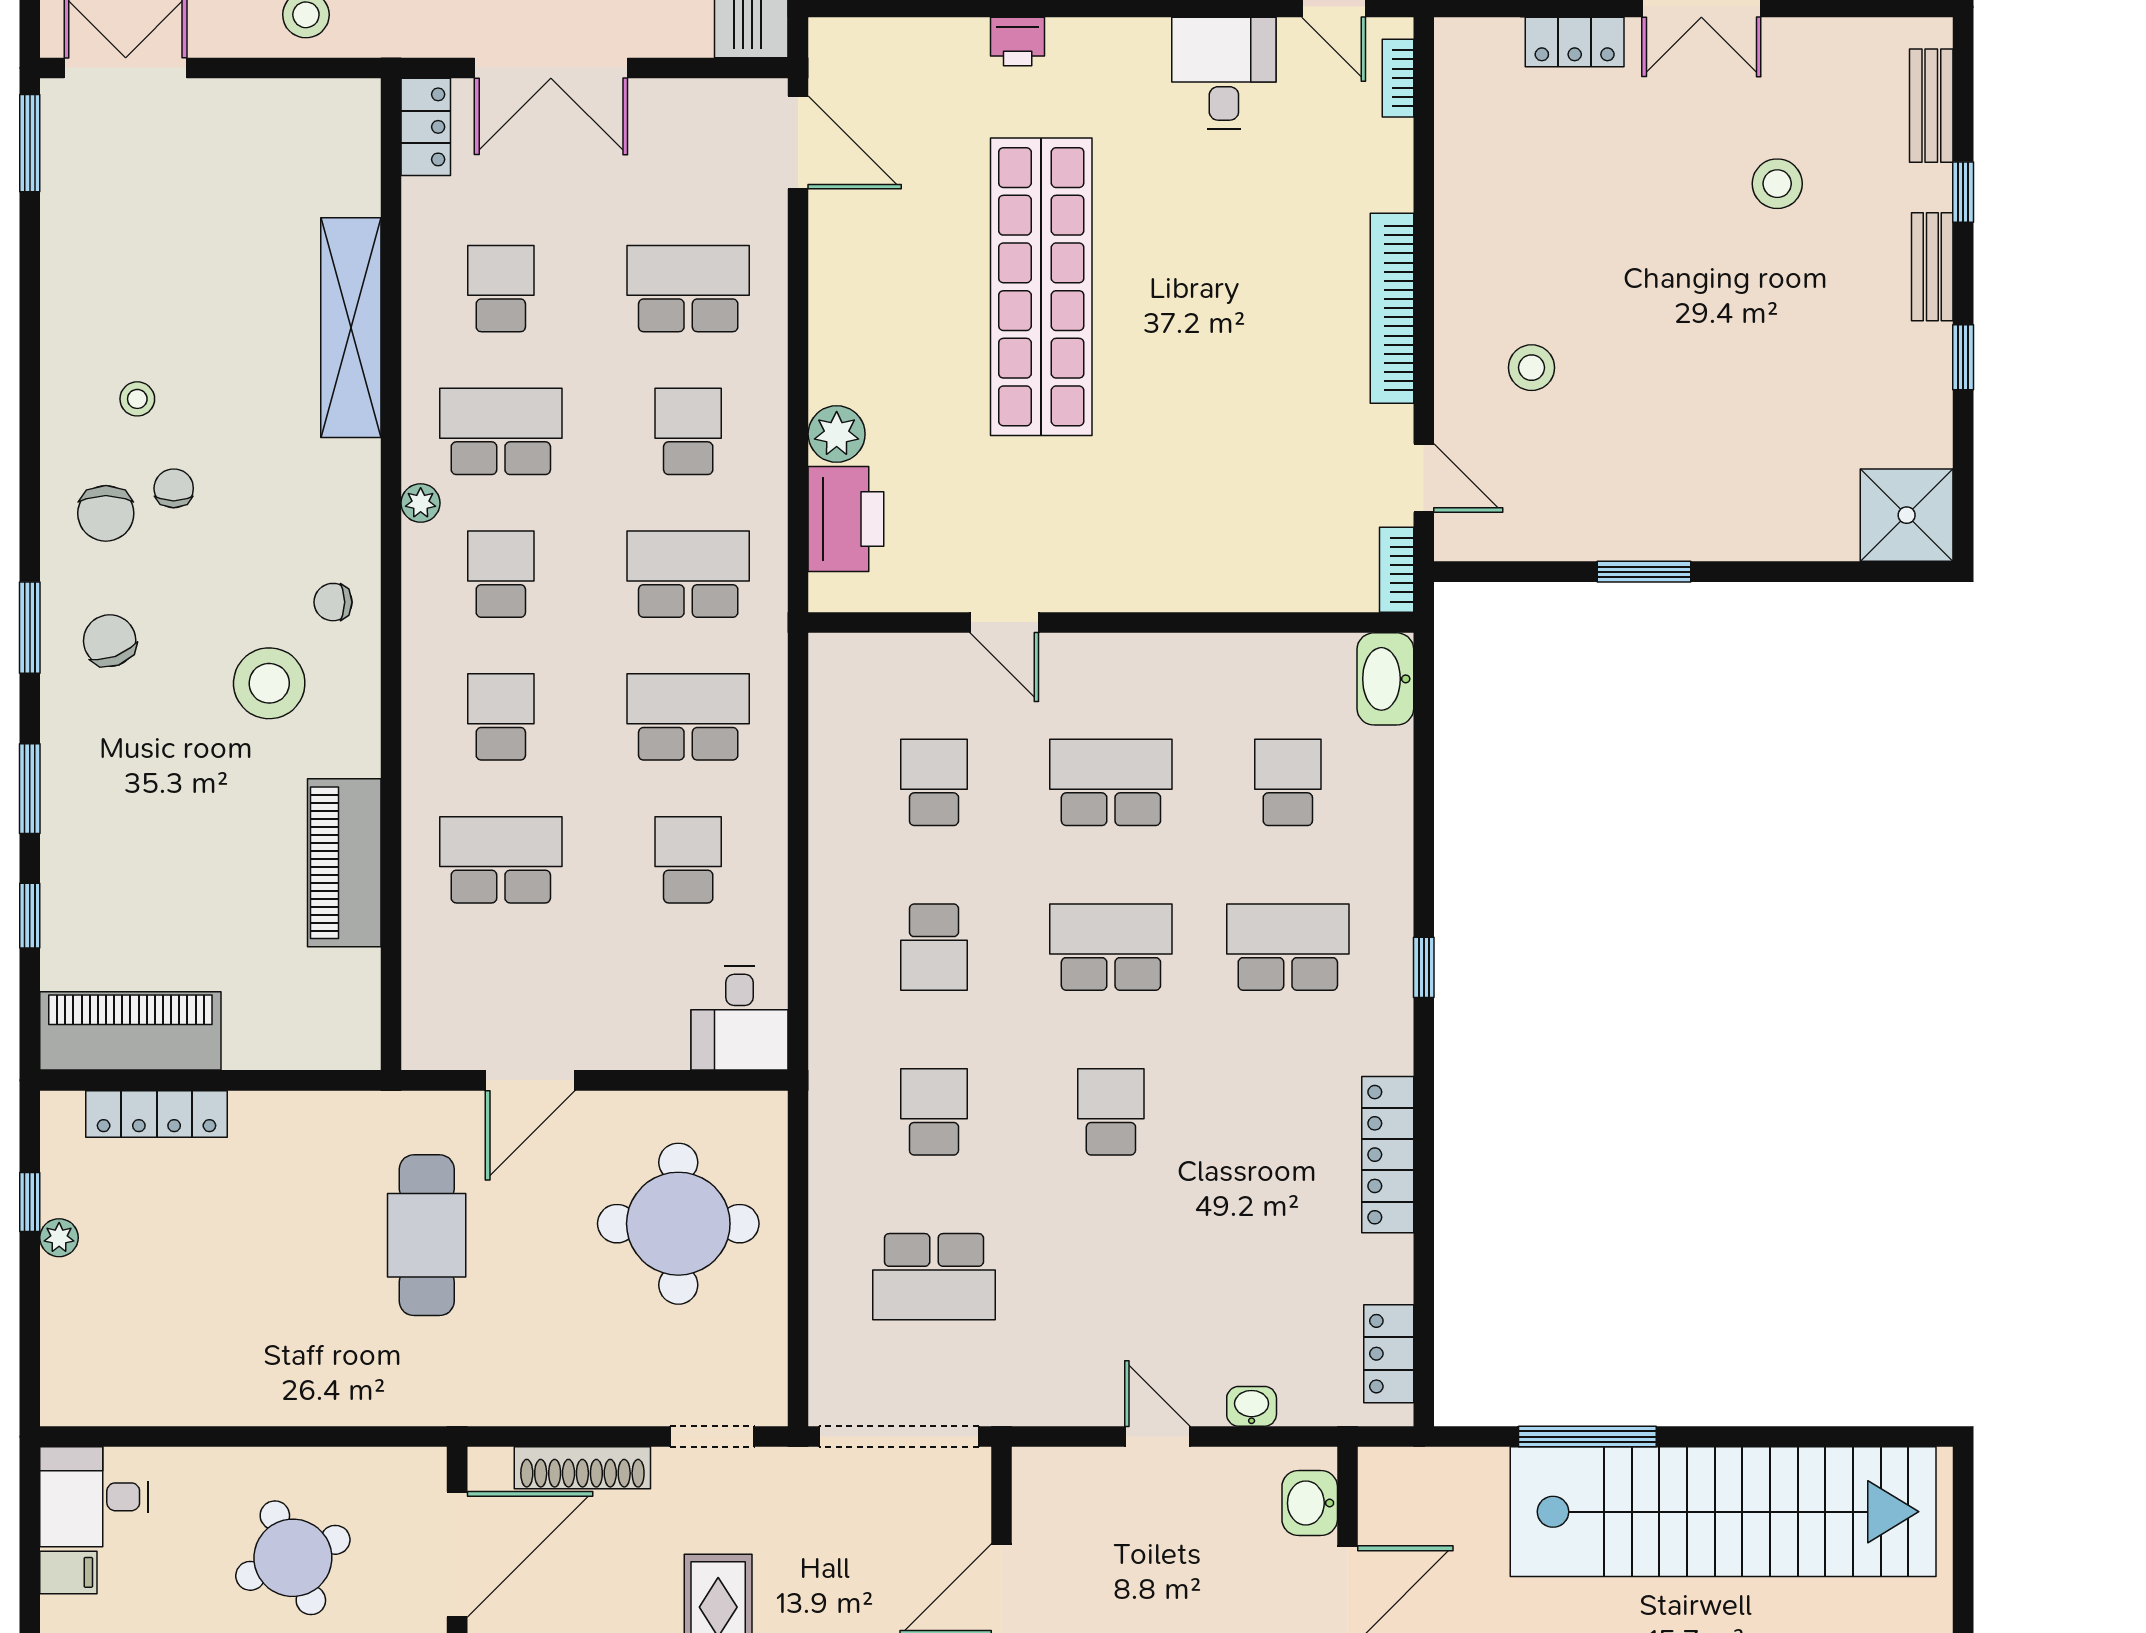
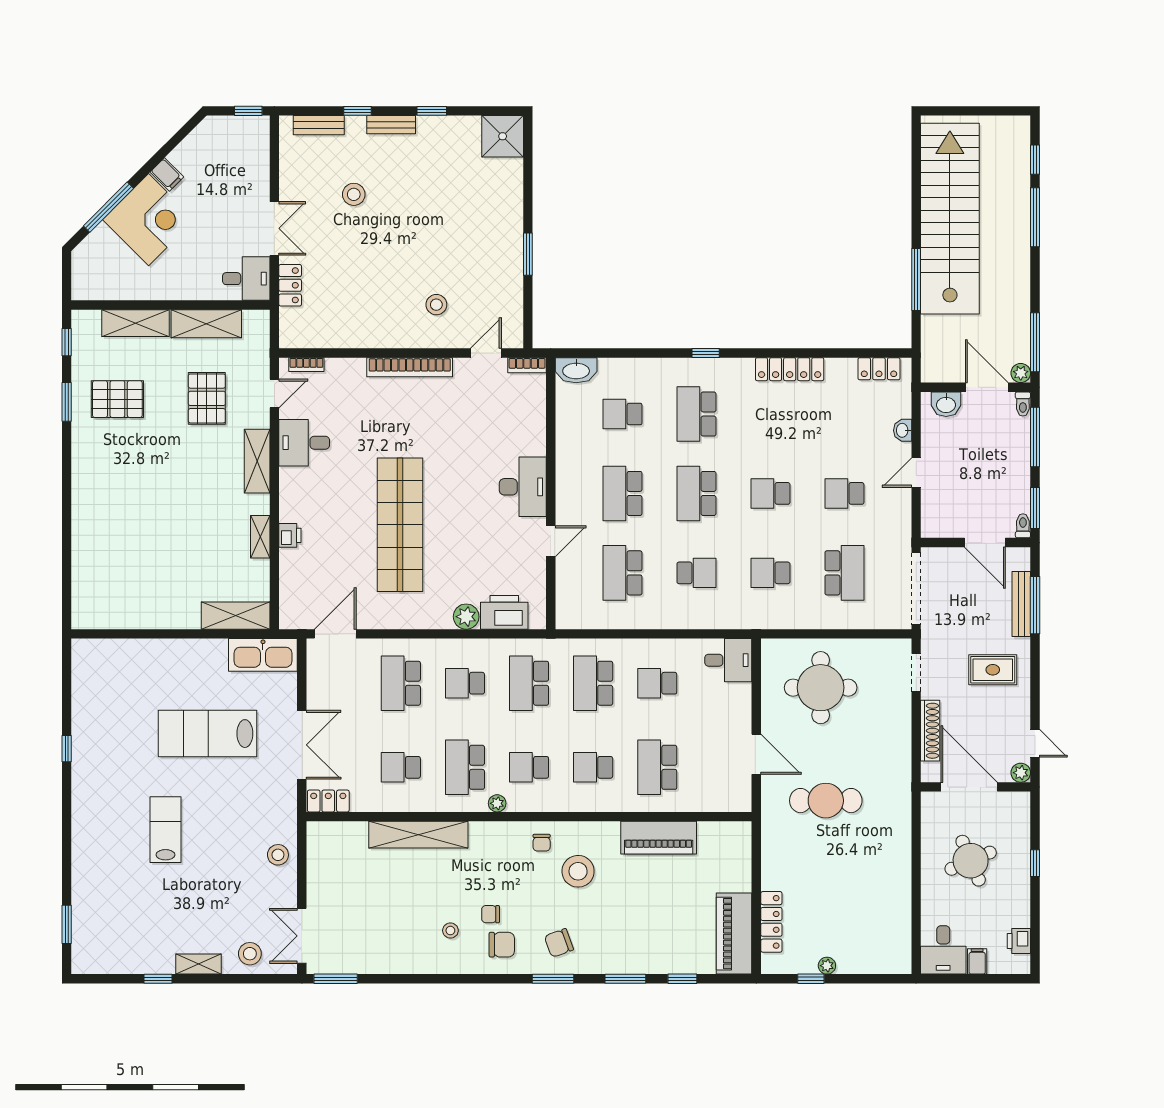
shop shelf: (1041, 287) -> (400, 525), turned 90
desk: (1126, 560) -> (523, 487), added
school desk: (934, 782) -> (623, 573), width x1.85
school desk: (1111, 1277) -> (844, 493), added

